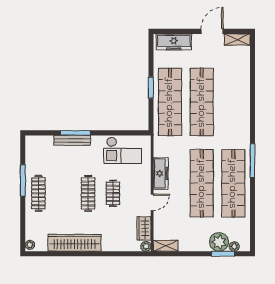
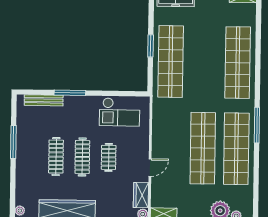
shop shelf: (202, 102) -> (238, 63), moved
bench: (72, 140) -> (44, 100), moved
freezer: (161, 173) -> (160, 137), removed
clothes rail: (38, 193) -> (56, 157), moved

